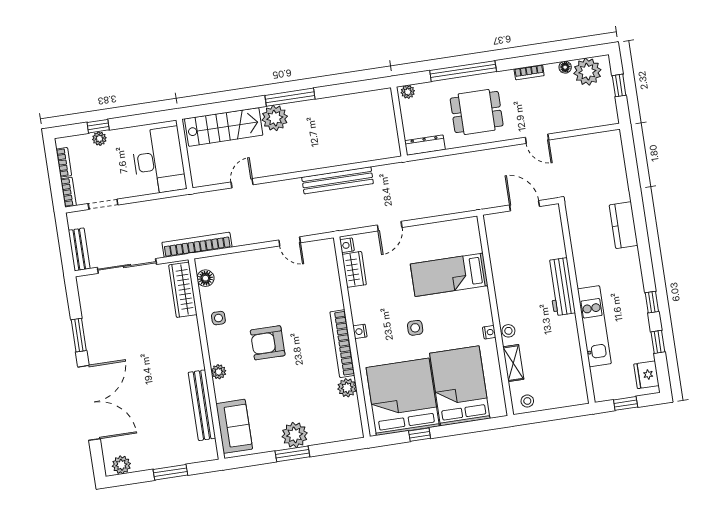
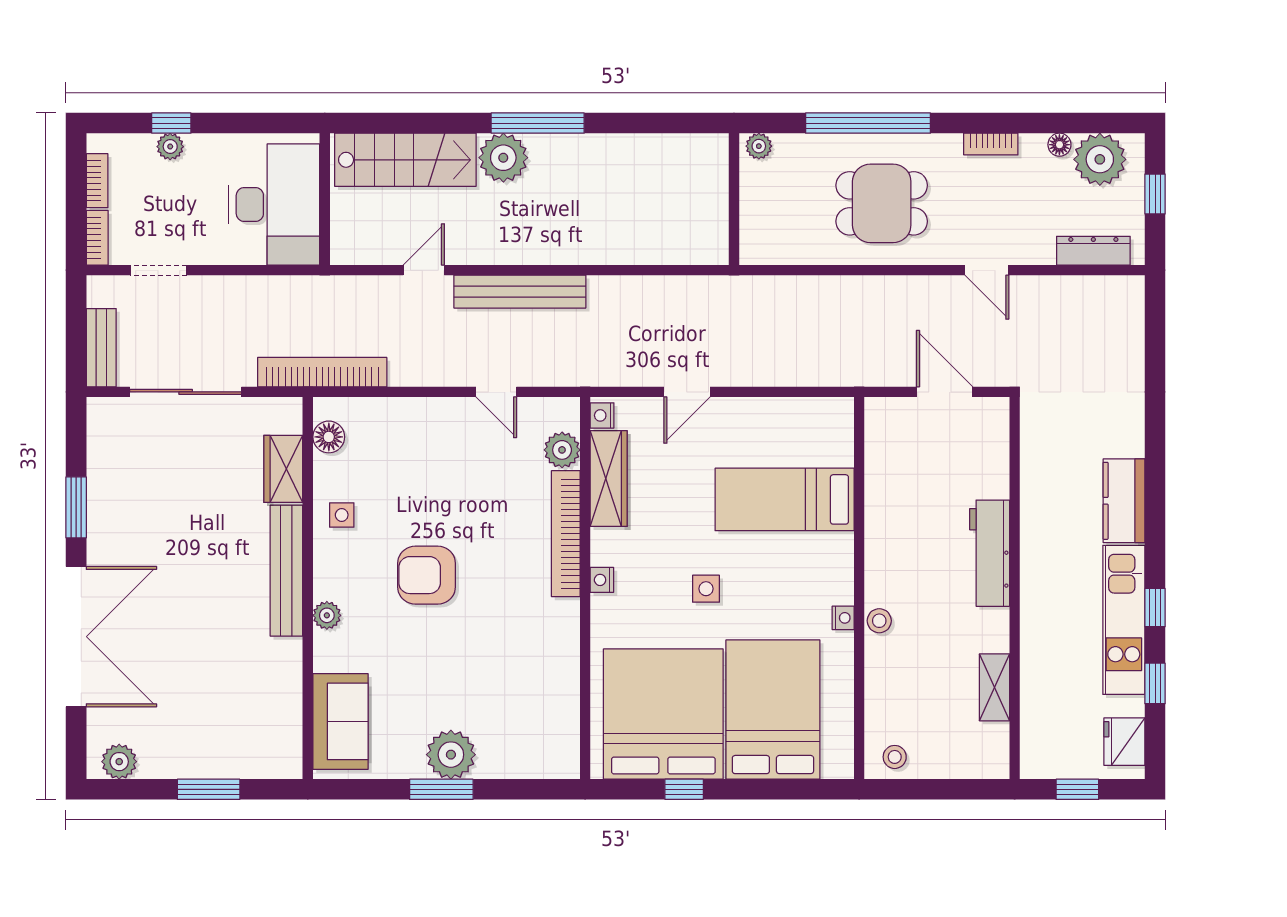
dresser: (425, 145) -> (1093, 251), moved
bench: (338, 180) -> (520, 292), moved
kitchen counter: (624, 225) -> (1124, 501), moved
wardrobe: (354, 269) -> (609, 479), width x1.50
wardrobe: (183, 290) -> (283, 469), width x0.67
kitchen unit: (594, 326) -> (1124, 620), moved, turned 180
bookcase: (342, 344) -> (566, 534), moved
shelving: (513, 363) -> (995, 687), moved
plant: (347, 388) -> (562, 450), moved
bench: (202, 405) -> (286, 571), moved

